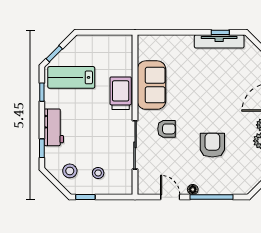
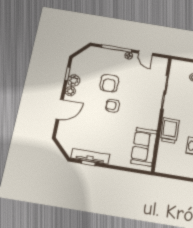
sofa: (151, 85) -> (144, 147), moved
trolley: (121, 93) -> (170, 130), turned 180
armchair: (166, 129) -> (113, 106), moved

